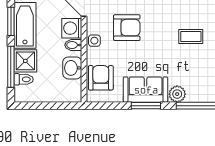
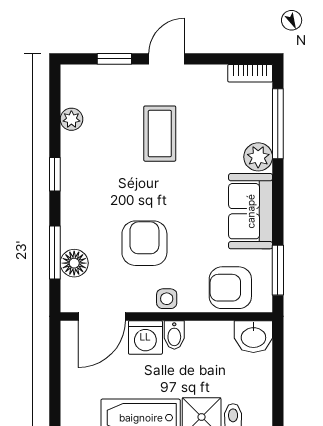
coffee table: (191, 37) -> (160, 134), width x1.36, depth x1.30
washbasin: (72, 68) -> (253, 337), moved
window: (146, 106) -> (278, 270), moved

